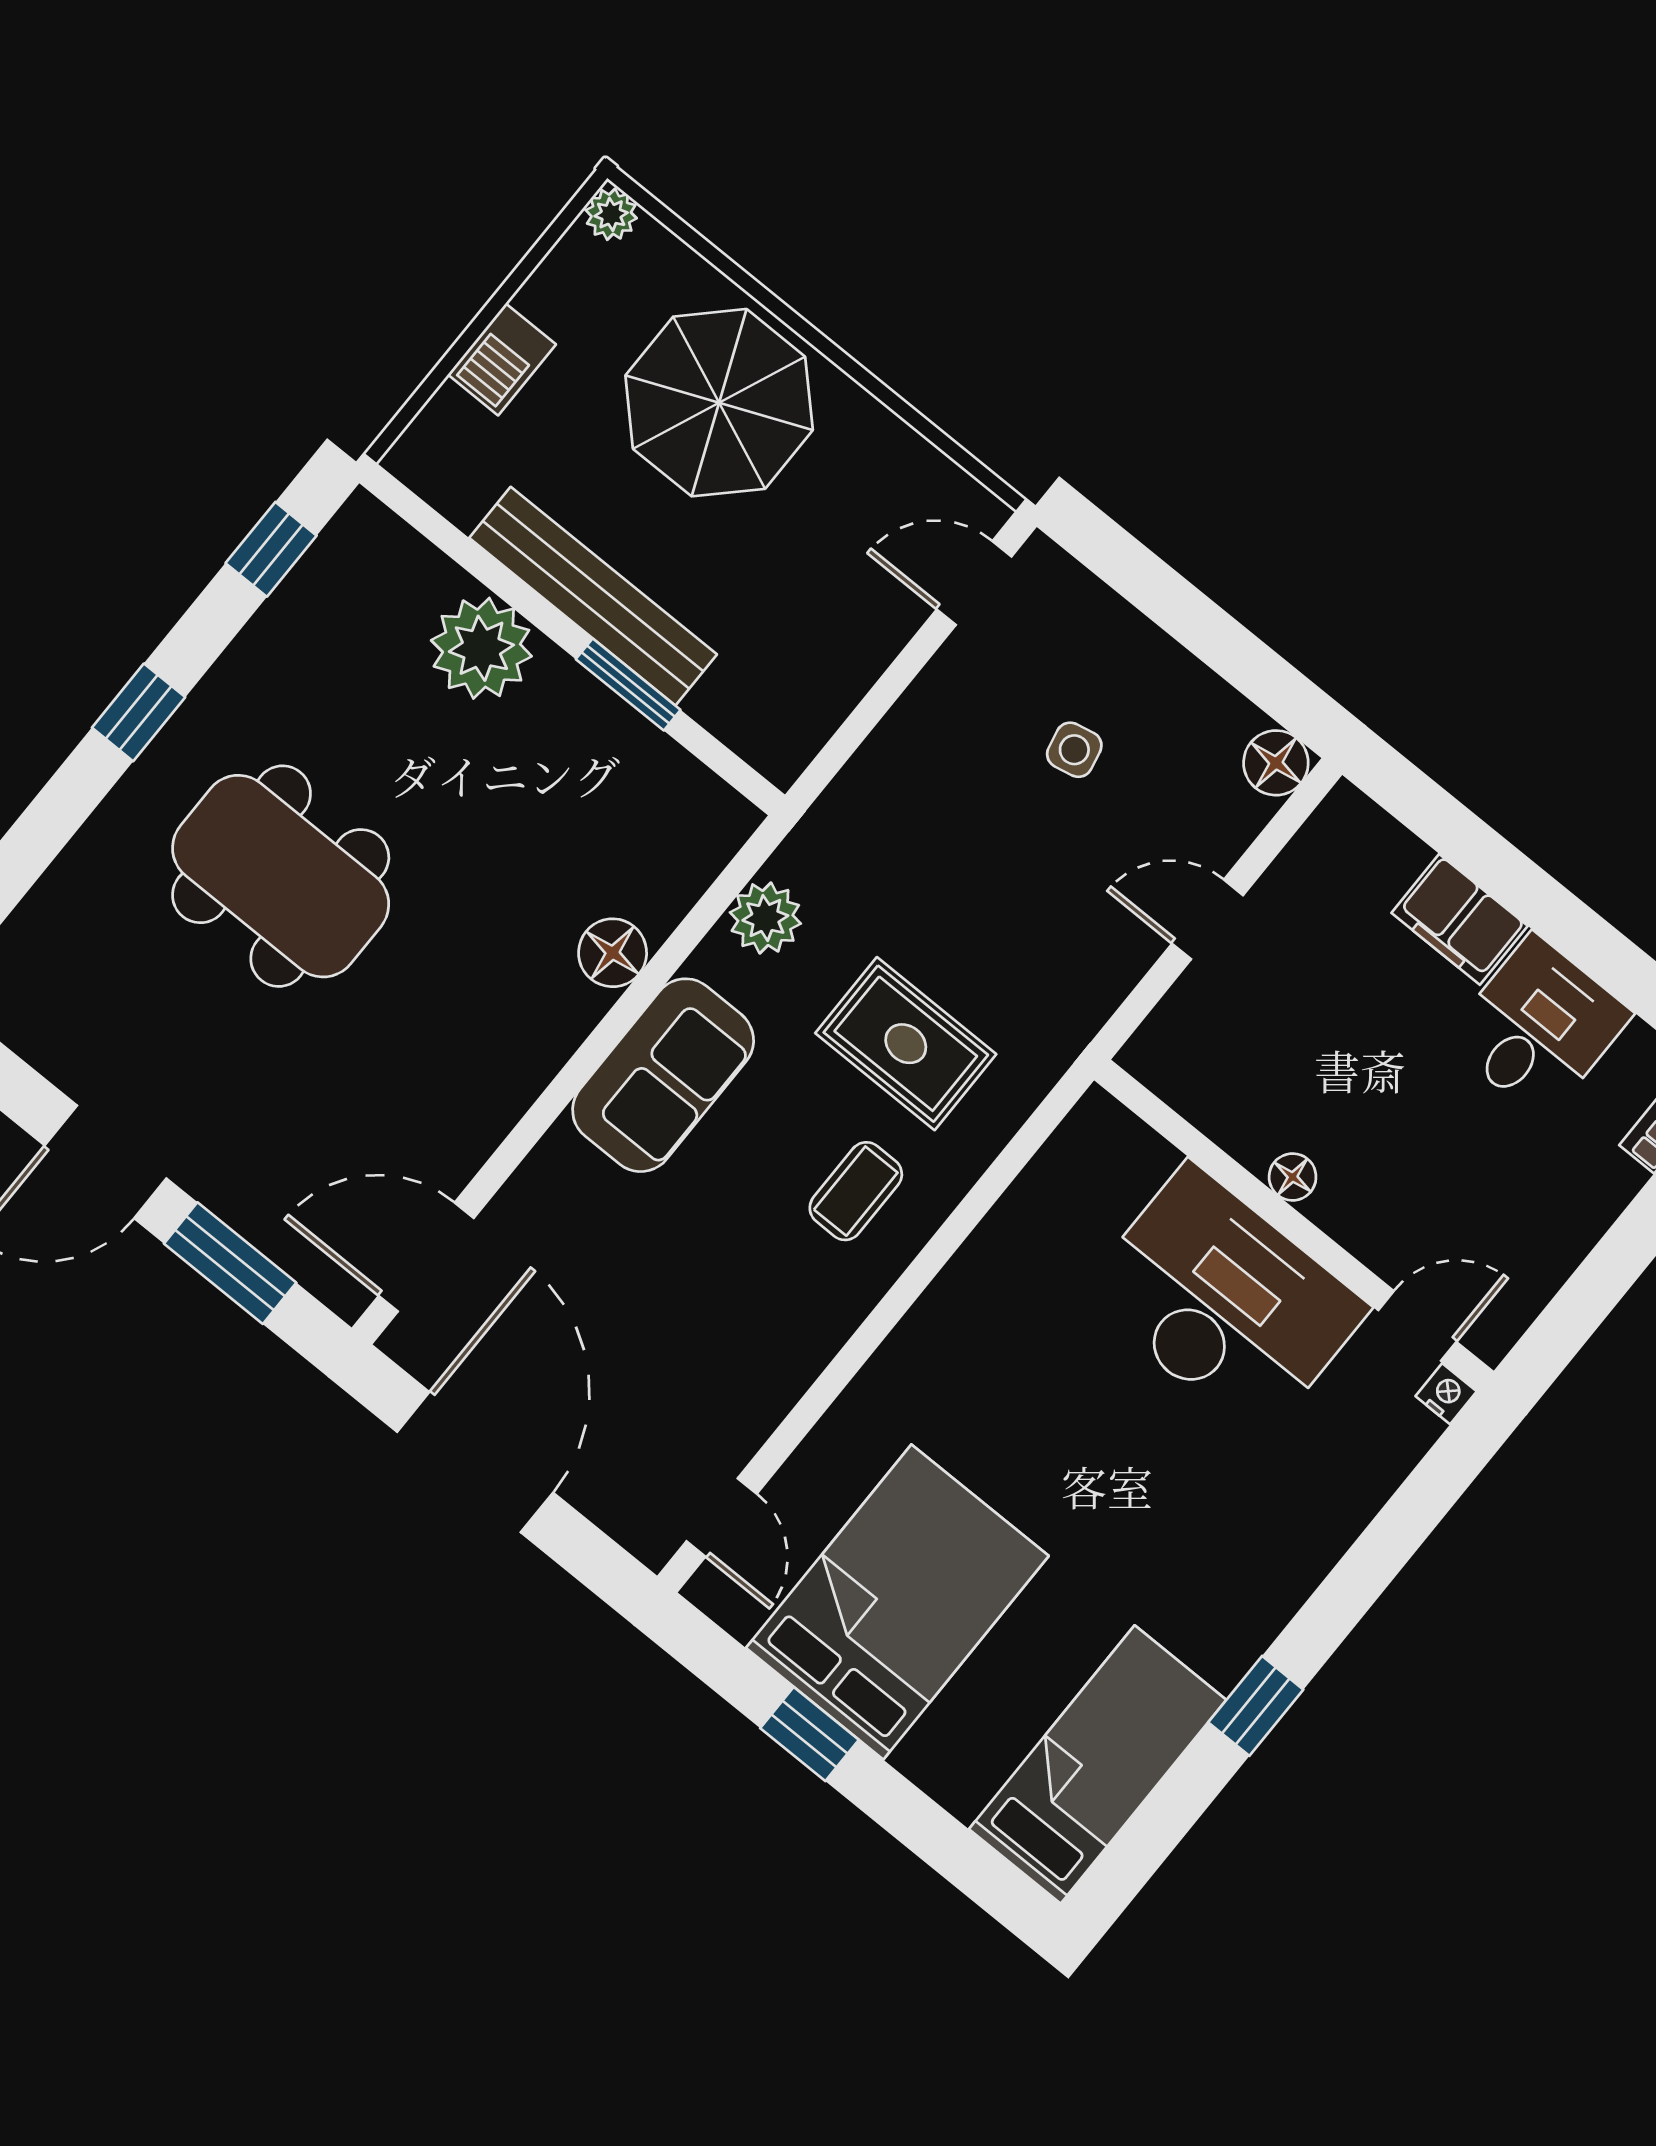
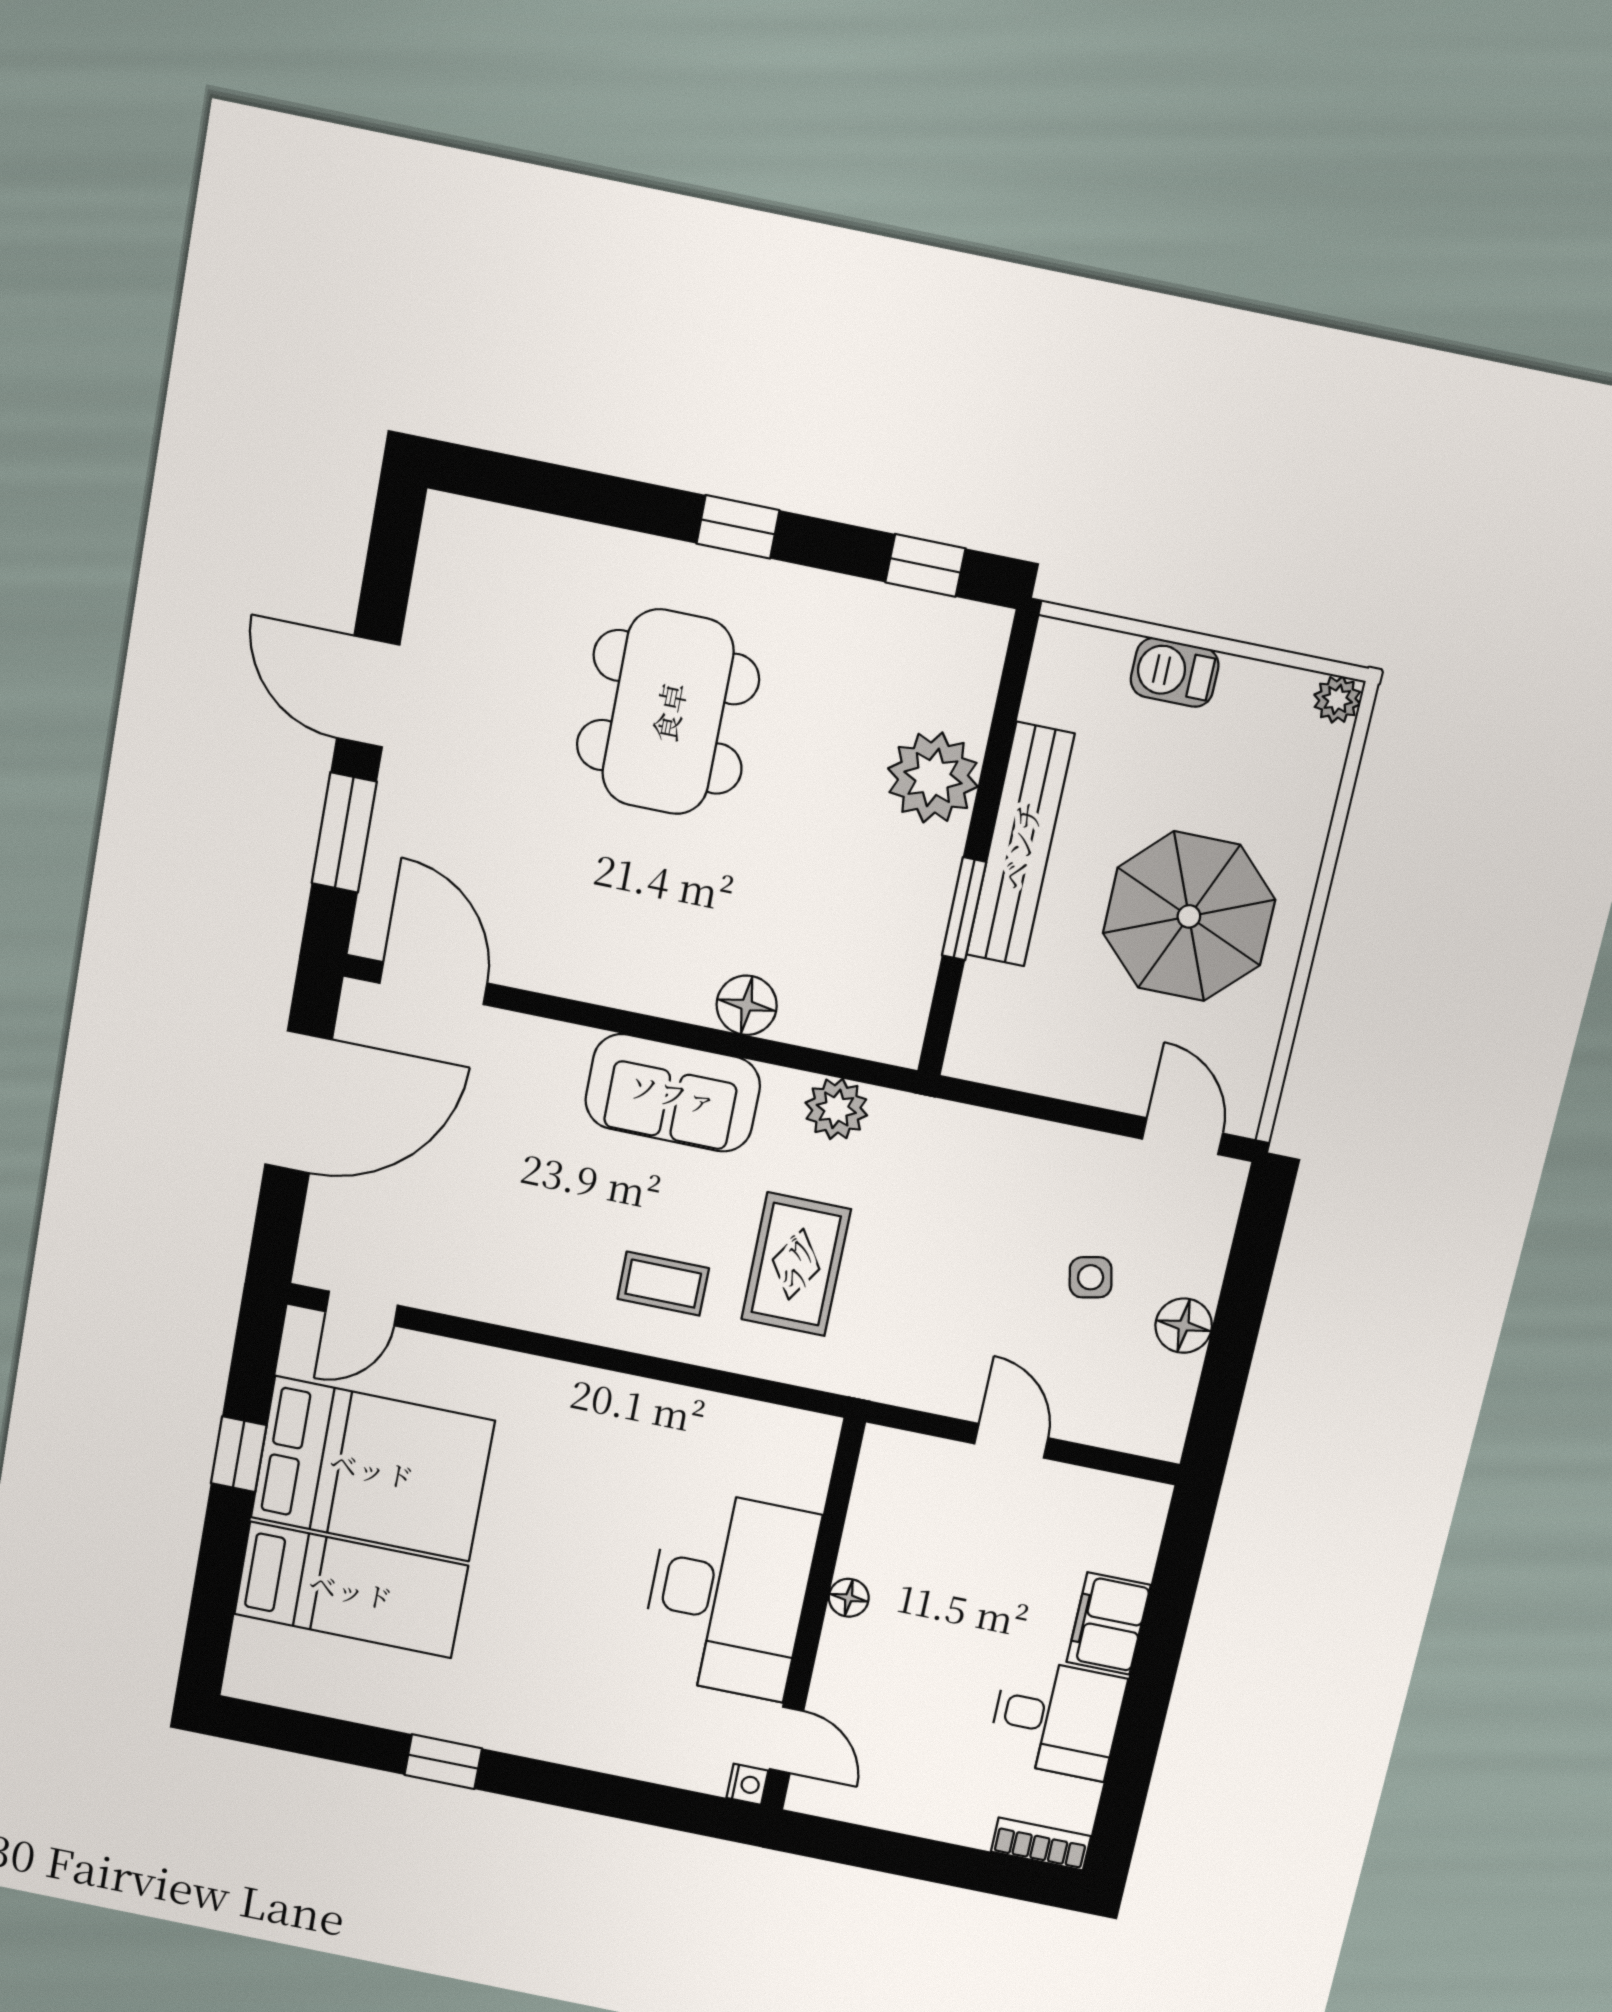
parasol: (719, 403) -> (1189, 916), moved
floor lamp: (1276, 763) -> (1184, 1326), moved
bed: (1098, 1764) -> (351, 1590), moved

